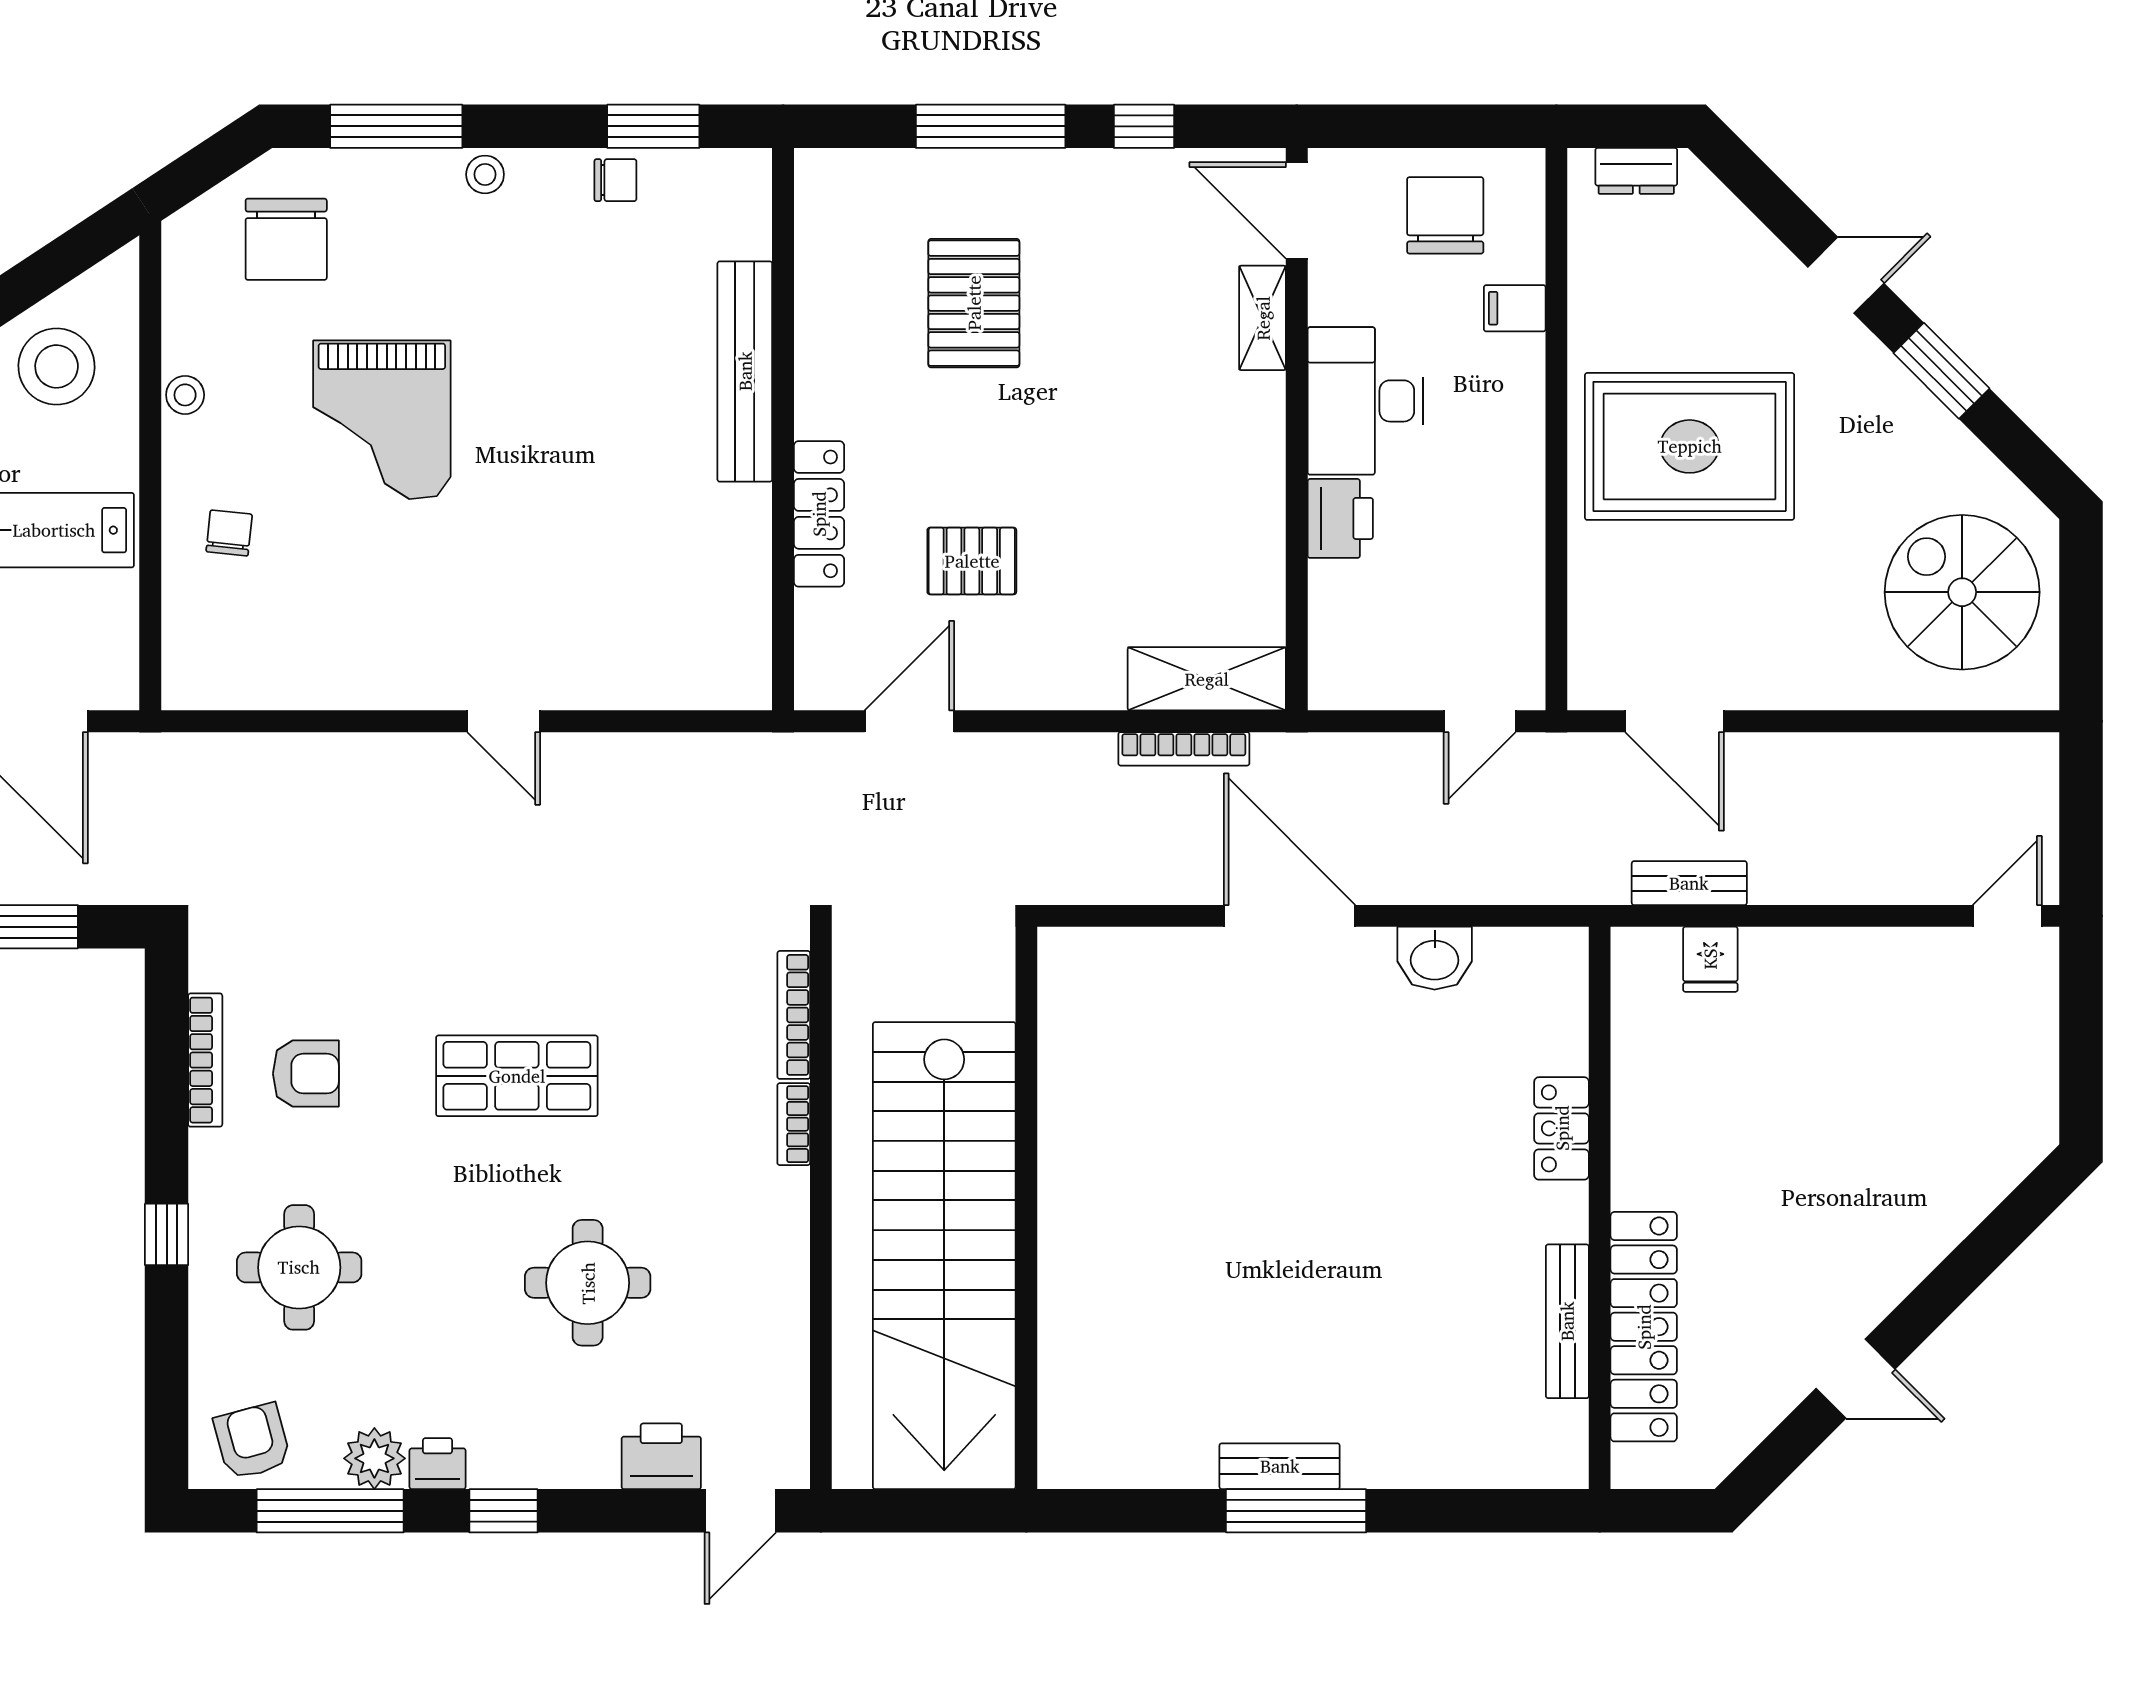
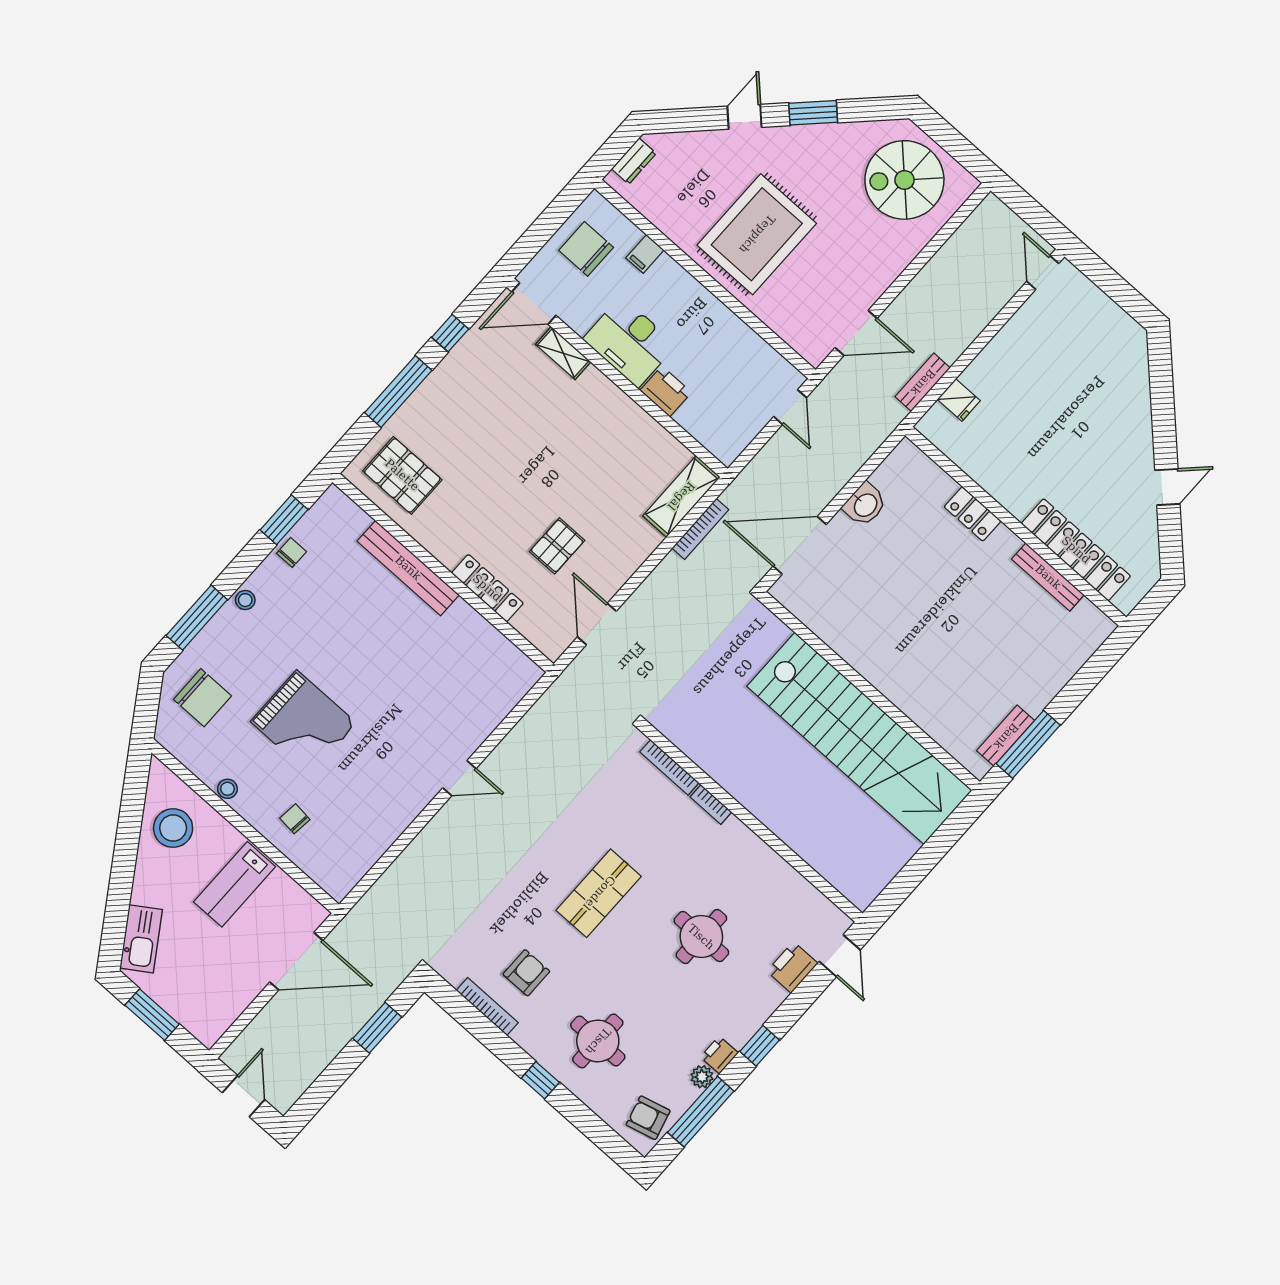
pallet: (974, 303) -> (402, 475), moved
wall: (1026, 1208) -> (869, 691), moved
stairs: (944, 1256) -> (859, 738), moved
plant: (374, 1458) -> (702, 1077), width x0.73, depth x0.73

